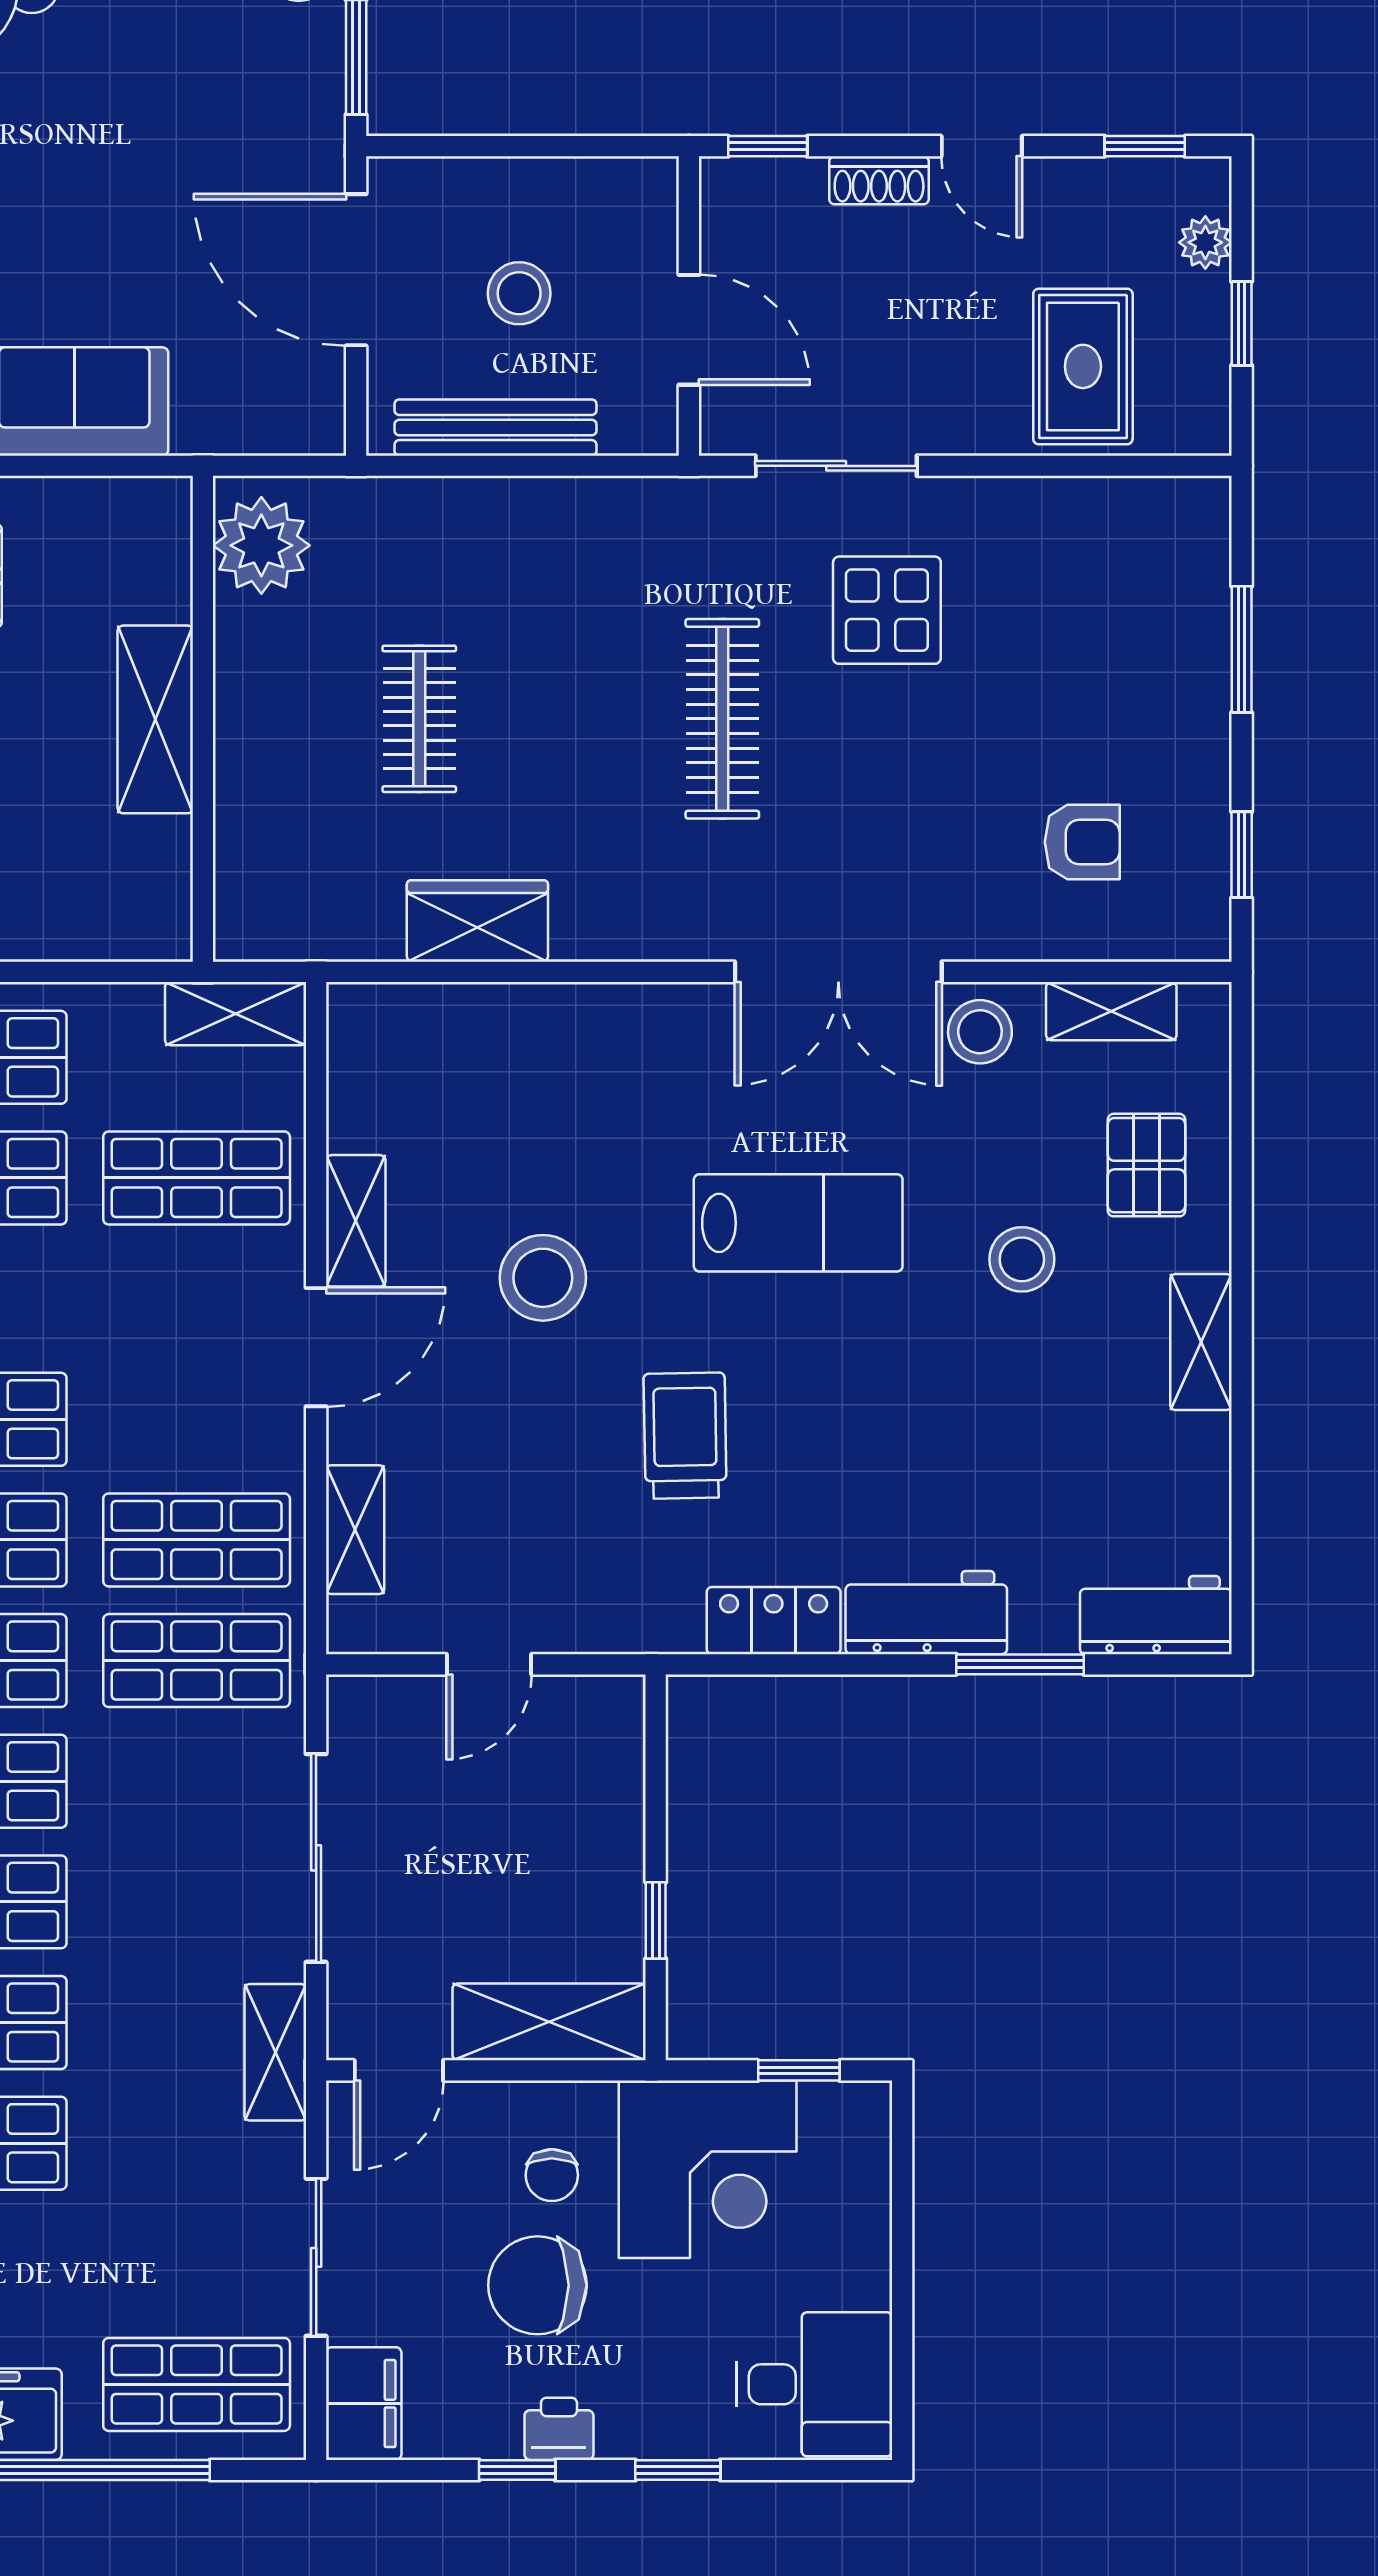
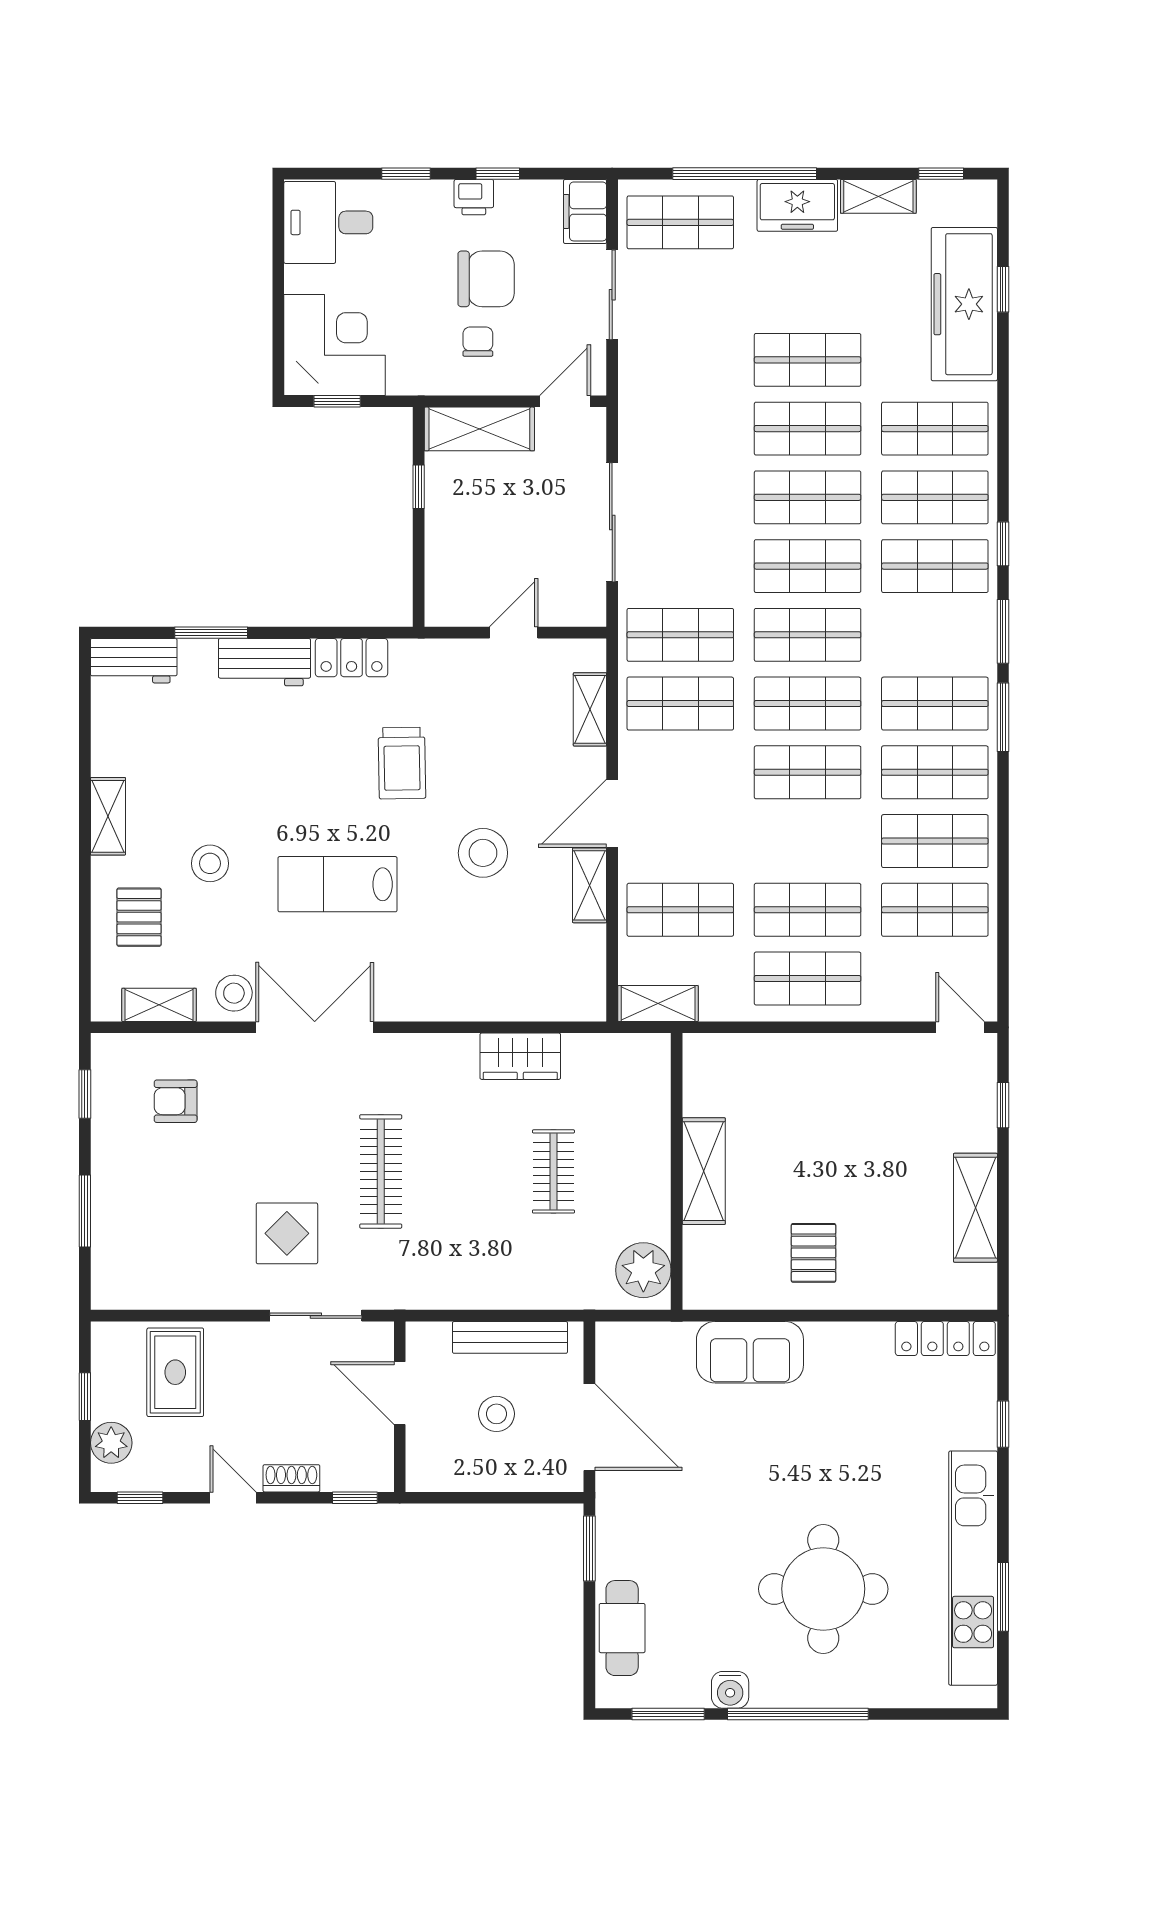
plant: (1205, 242) -> (111, 1443), width x1.38, depth x1.38
shelving: (275, 2052) -> (635, 412), removed
corner desk: (708, 2169) -> (335, 345), moved, turned 90

